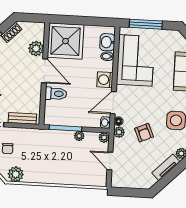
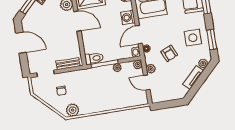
toilet: (56, 94) -> (94, 58), moved
plant: (119, 132) -> (151, 69), moved

